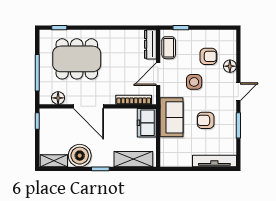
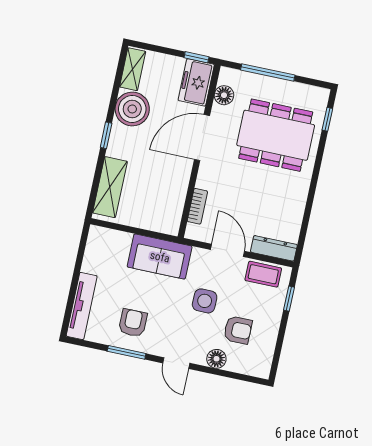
armchair: (208, 56) -> (238, 330), turned -90
dining table: (77, 59) -> (276, 135), turned 90
bookcase: (134, 100) -> (197, 206), width x0.64
armchair: (206, 120) -> (133, 323), moved
freezer: (147, 123) -> (196, 82), moved, turned -90

